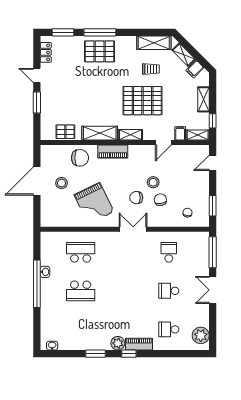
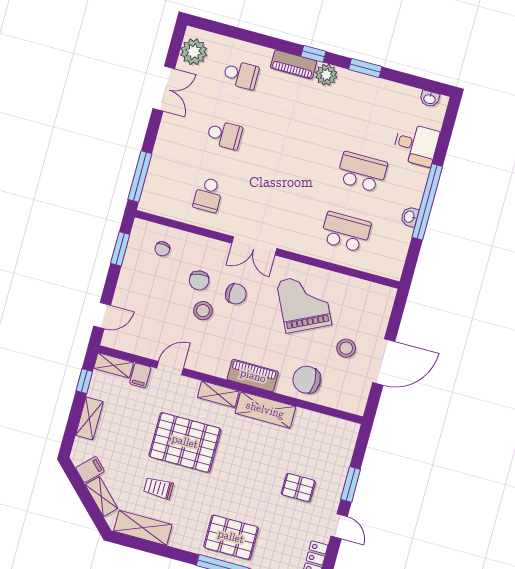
pallet: (65, 132) -> (298, 487), moved
school desk: (81, 252) -> (346, 232), turned 180
double door: (213, 290) -> (164, 89), moved
desk: (53, 316) -> (416, 145), added

